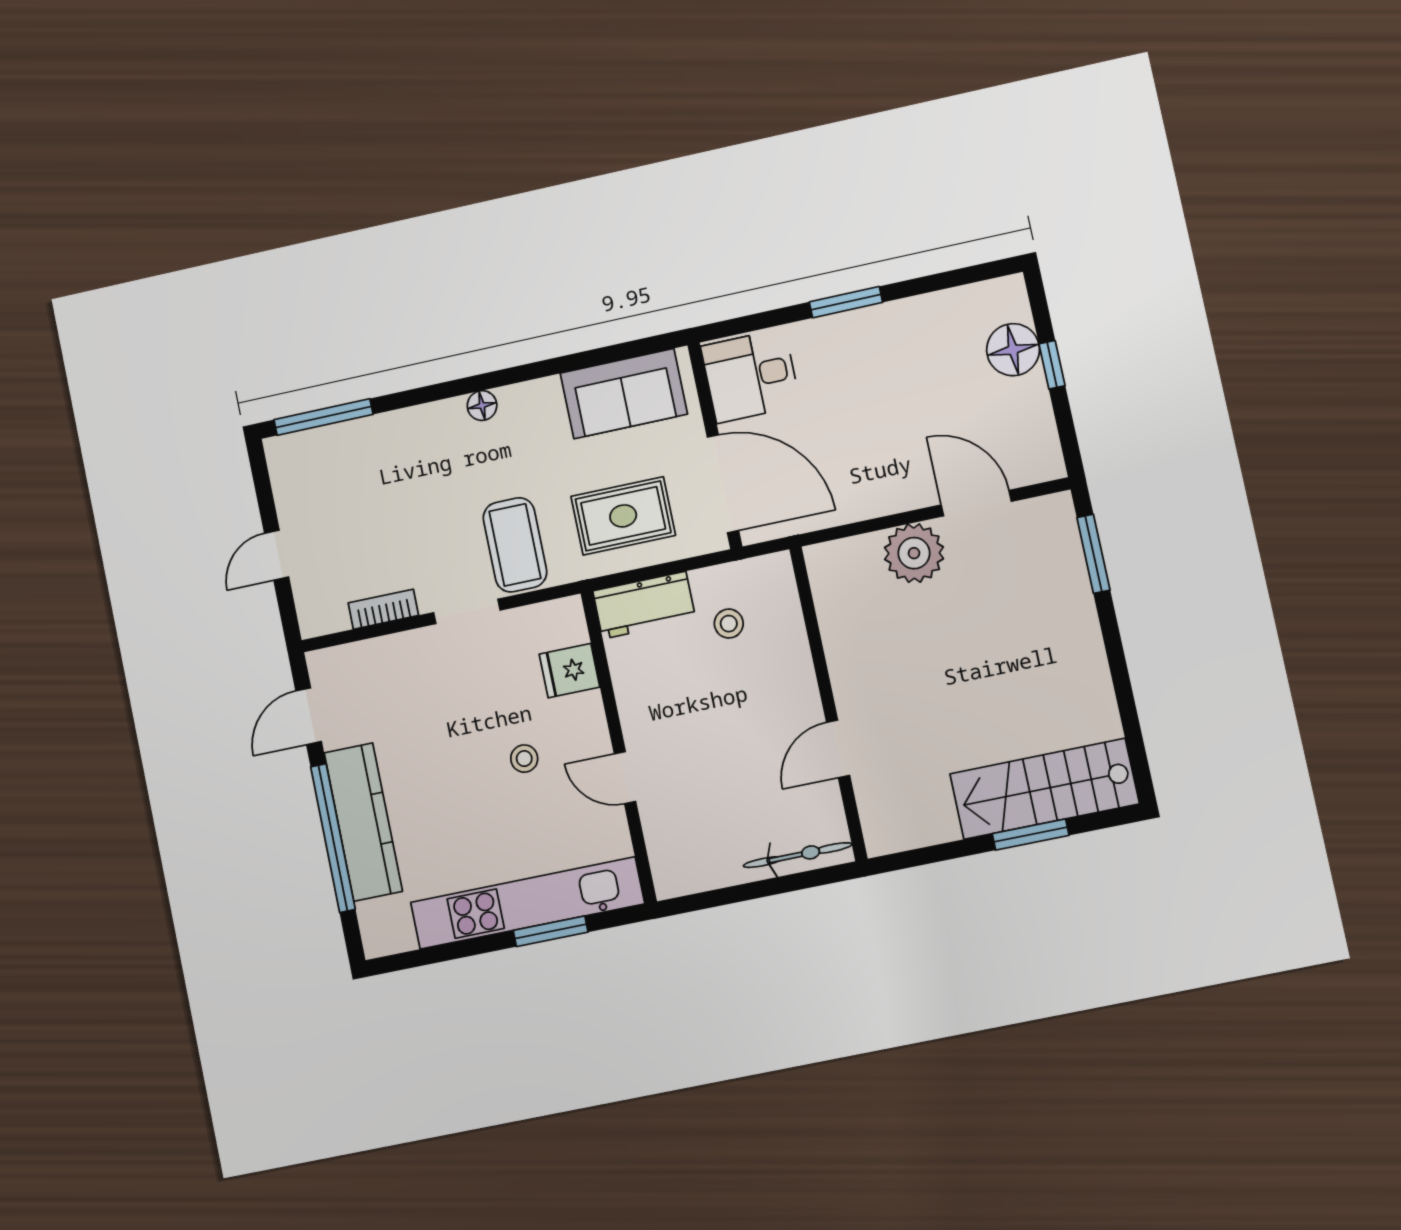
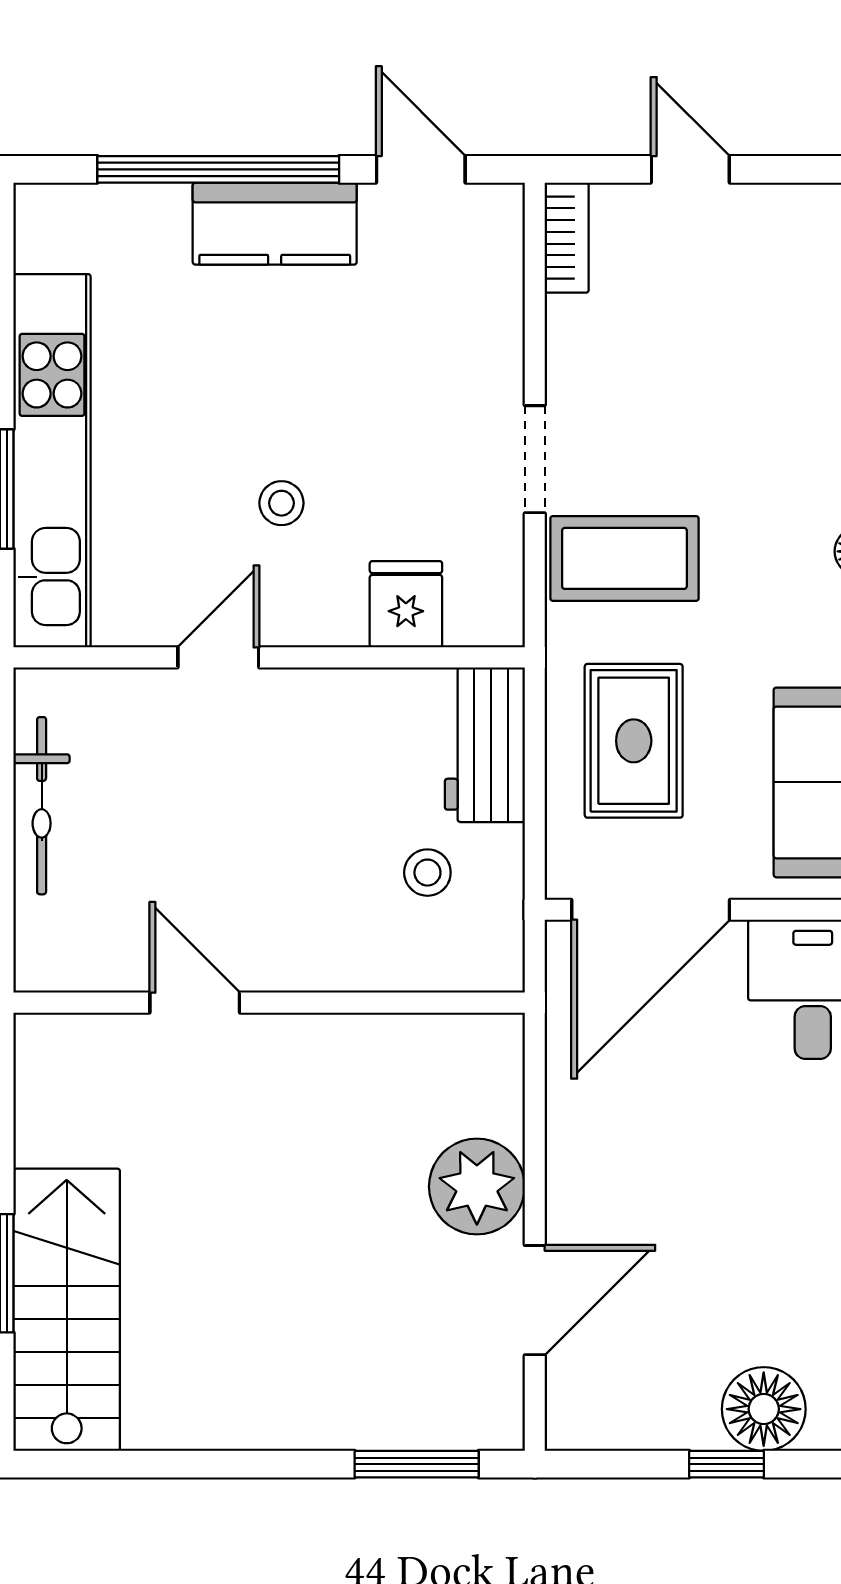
bookcase: (383, 609) -> (567, 238), moved
kitchen counter: (363, 822) -> (275, 224), width x0.67
bicycle: (798, 855) -> (42, 806), moved

